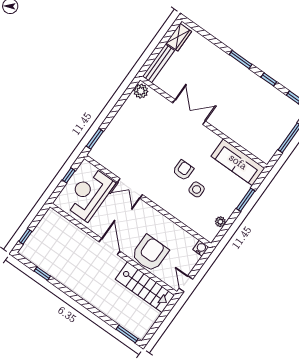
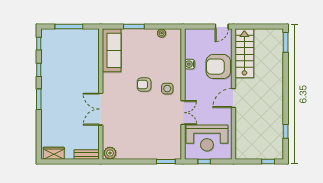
bench: (158, 63) -> (87, 155), width x0.73
side table: (197, 189) -> (167, 89), moved
water cooler: (201, 248) -> (190, 64), moved

